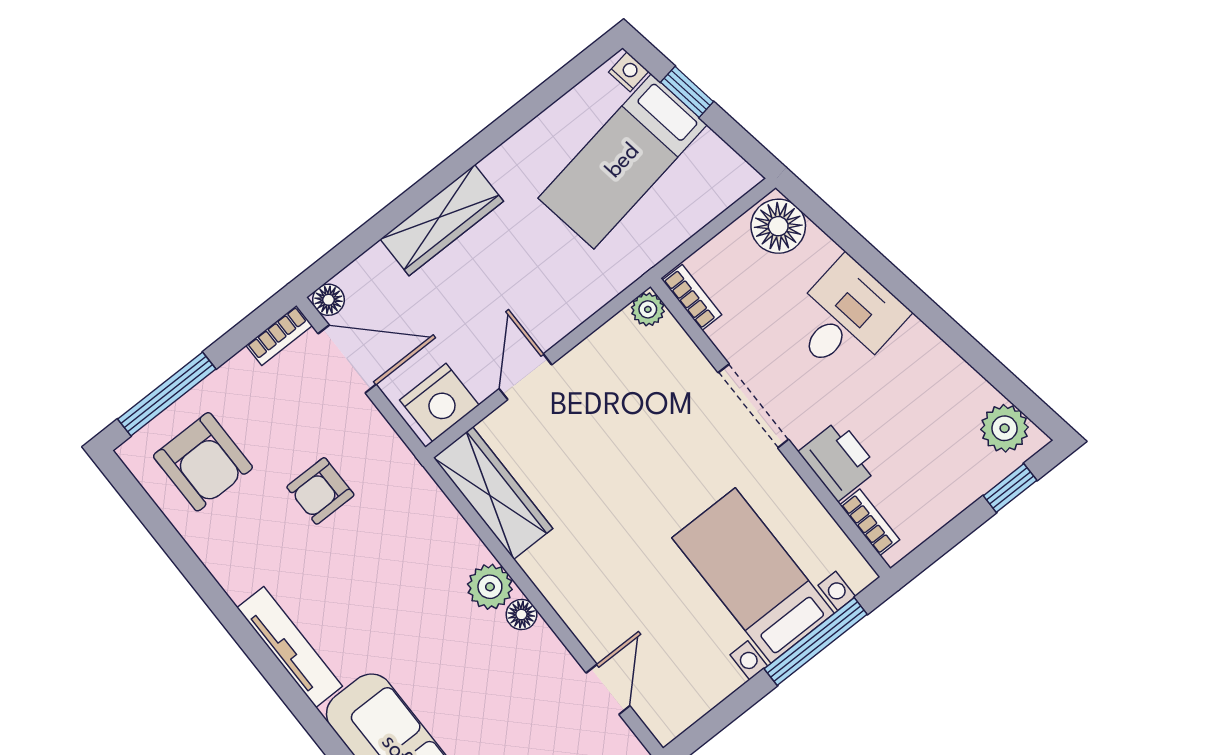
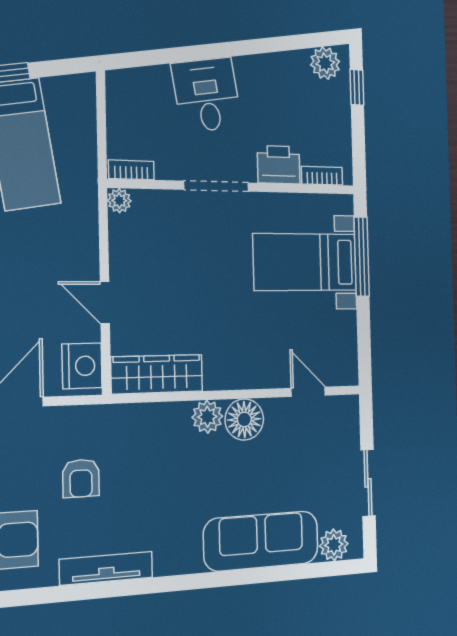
floor lamp: (778, 226) -> (128, 88), removed
floor lamp: (521, 615) -> (244, 419), width x1.89, depth x1.89
tv unit: (290, 647) -> (106, 568), moved

